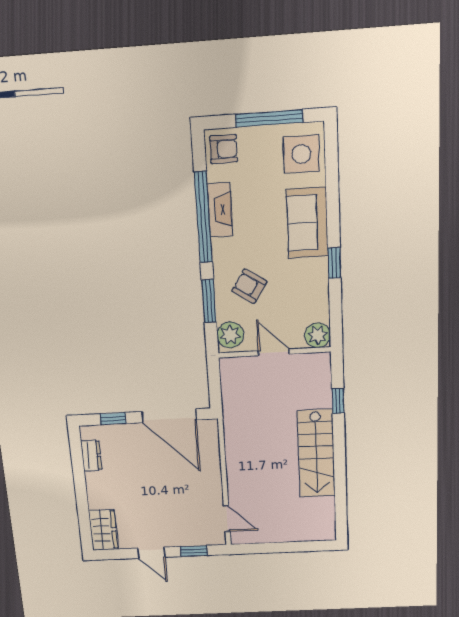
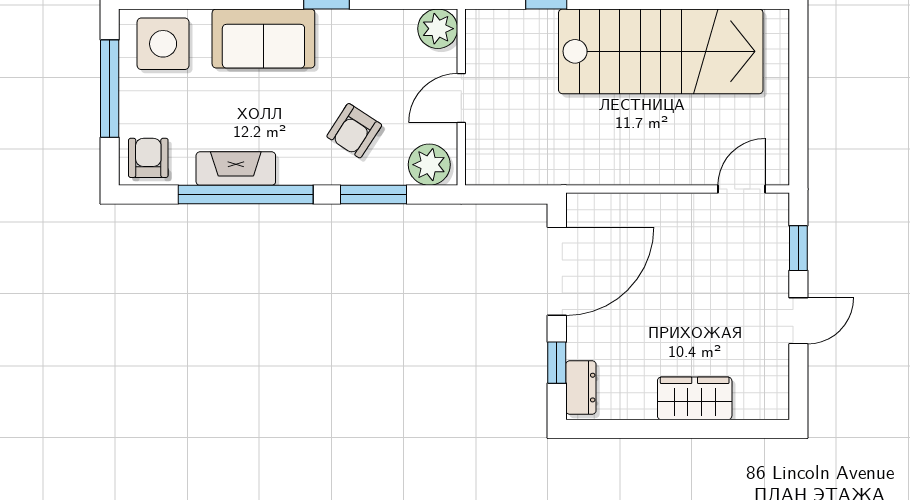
stairs: (316, 453) -> (661, 51), width x1.36, depth x1.51
dresser: (91, 456) -> (581, 388), moved, turned 90
wardrobe: (103, 530) -> (695, 398), moved

